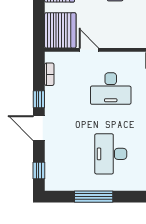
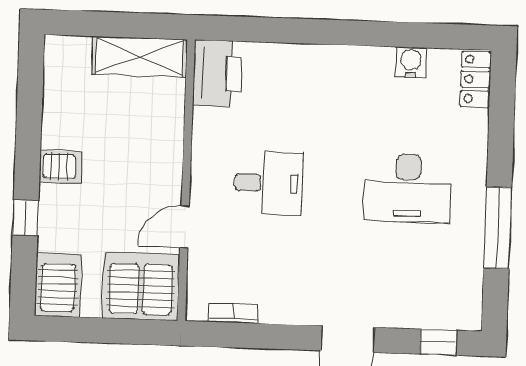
desk: (111, 88) -> (269, 183), width x0.73
window: (39, 99) -> (286, 337), removed

